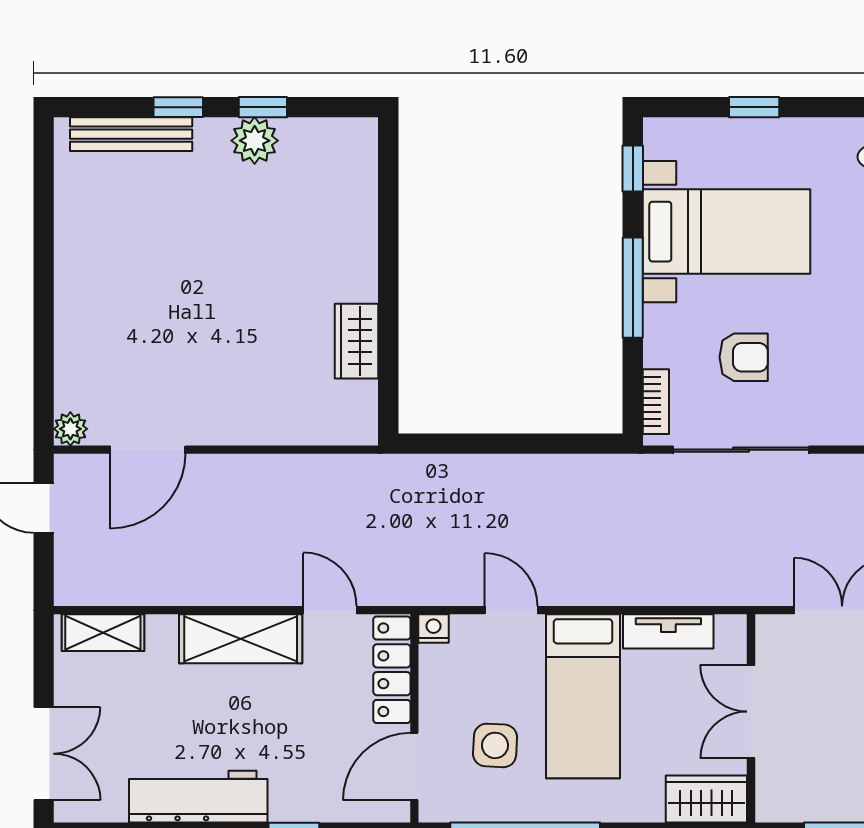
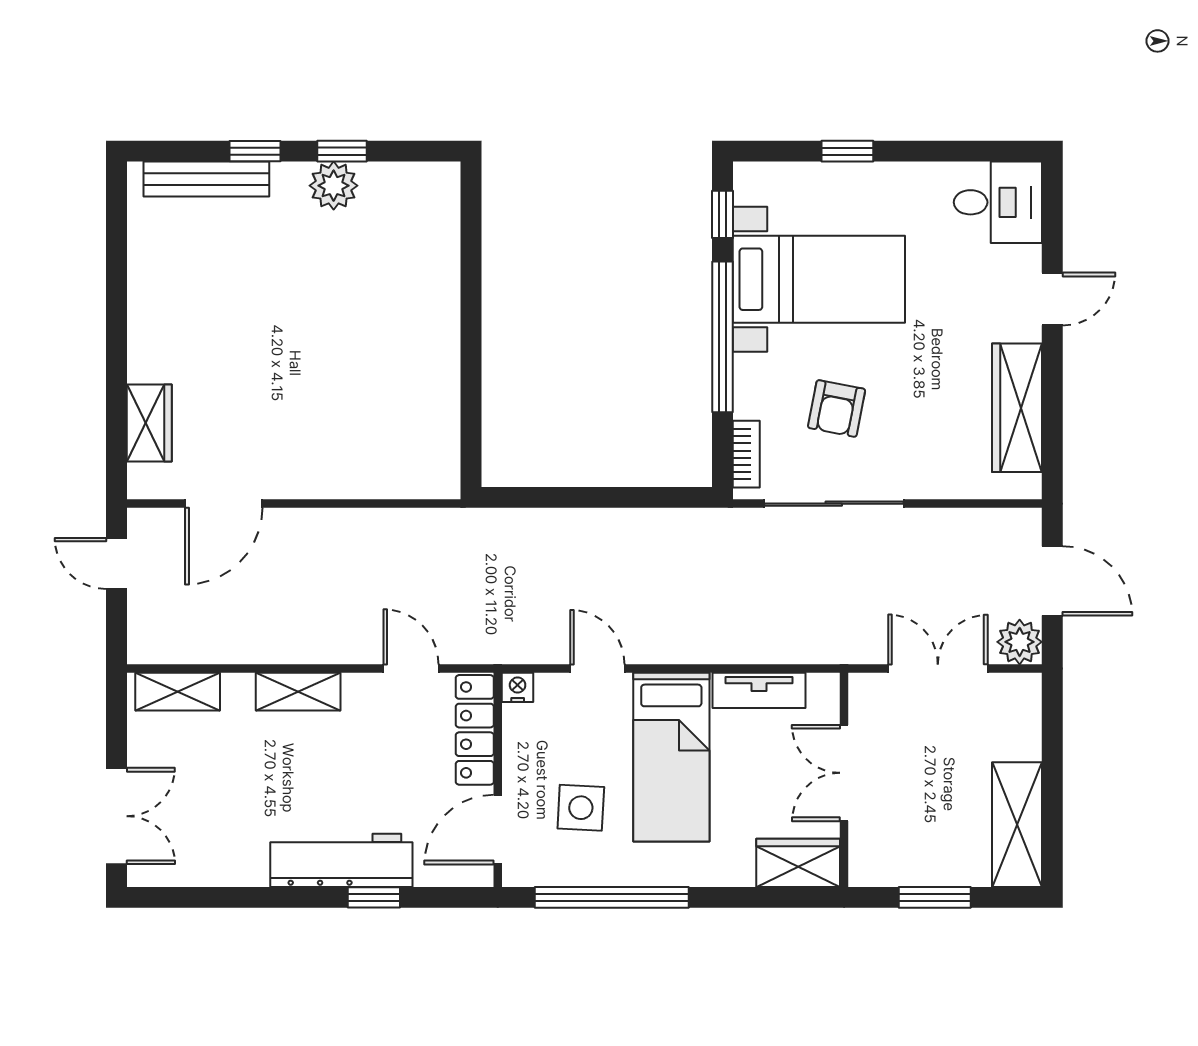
window: (633, 288) -> (722, 337), width x1.46
wardrobe: (356, 341) -> (149, 423), moved, turned 180
armchair: (744, 357) -> (837, 408), turned 101
plant: (70, 429) -> (144, 482), removed
shelving: (241, 639) -> (298, 692), width x0.67, depth x0.75
workbench: (198, 797) -> (341, 860), moved

